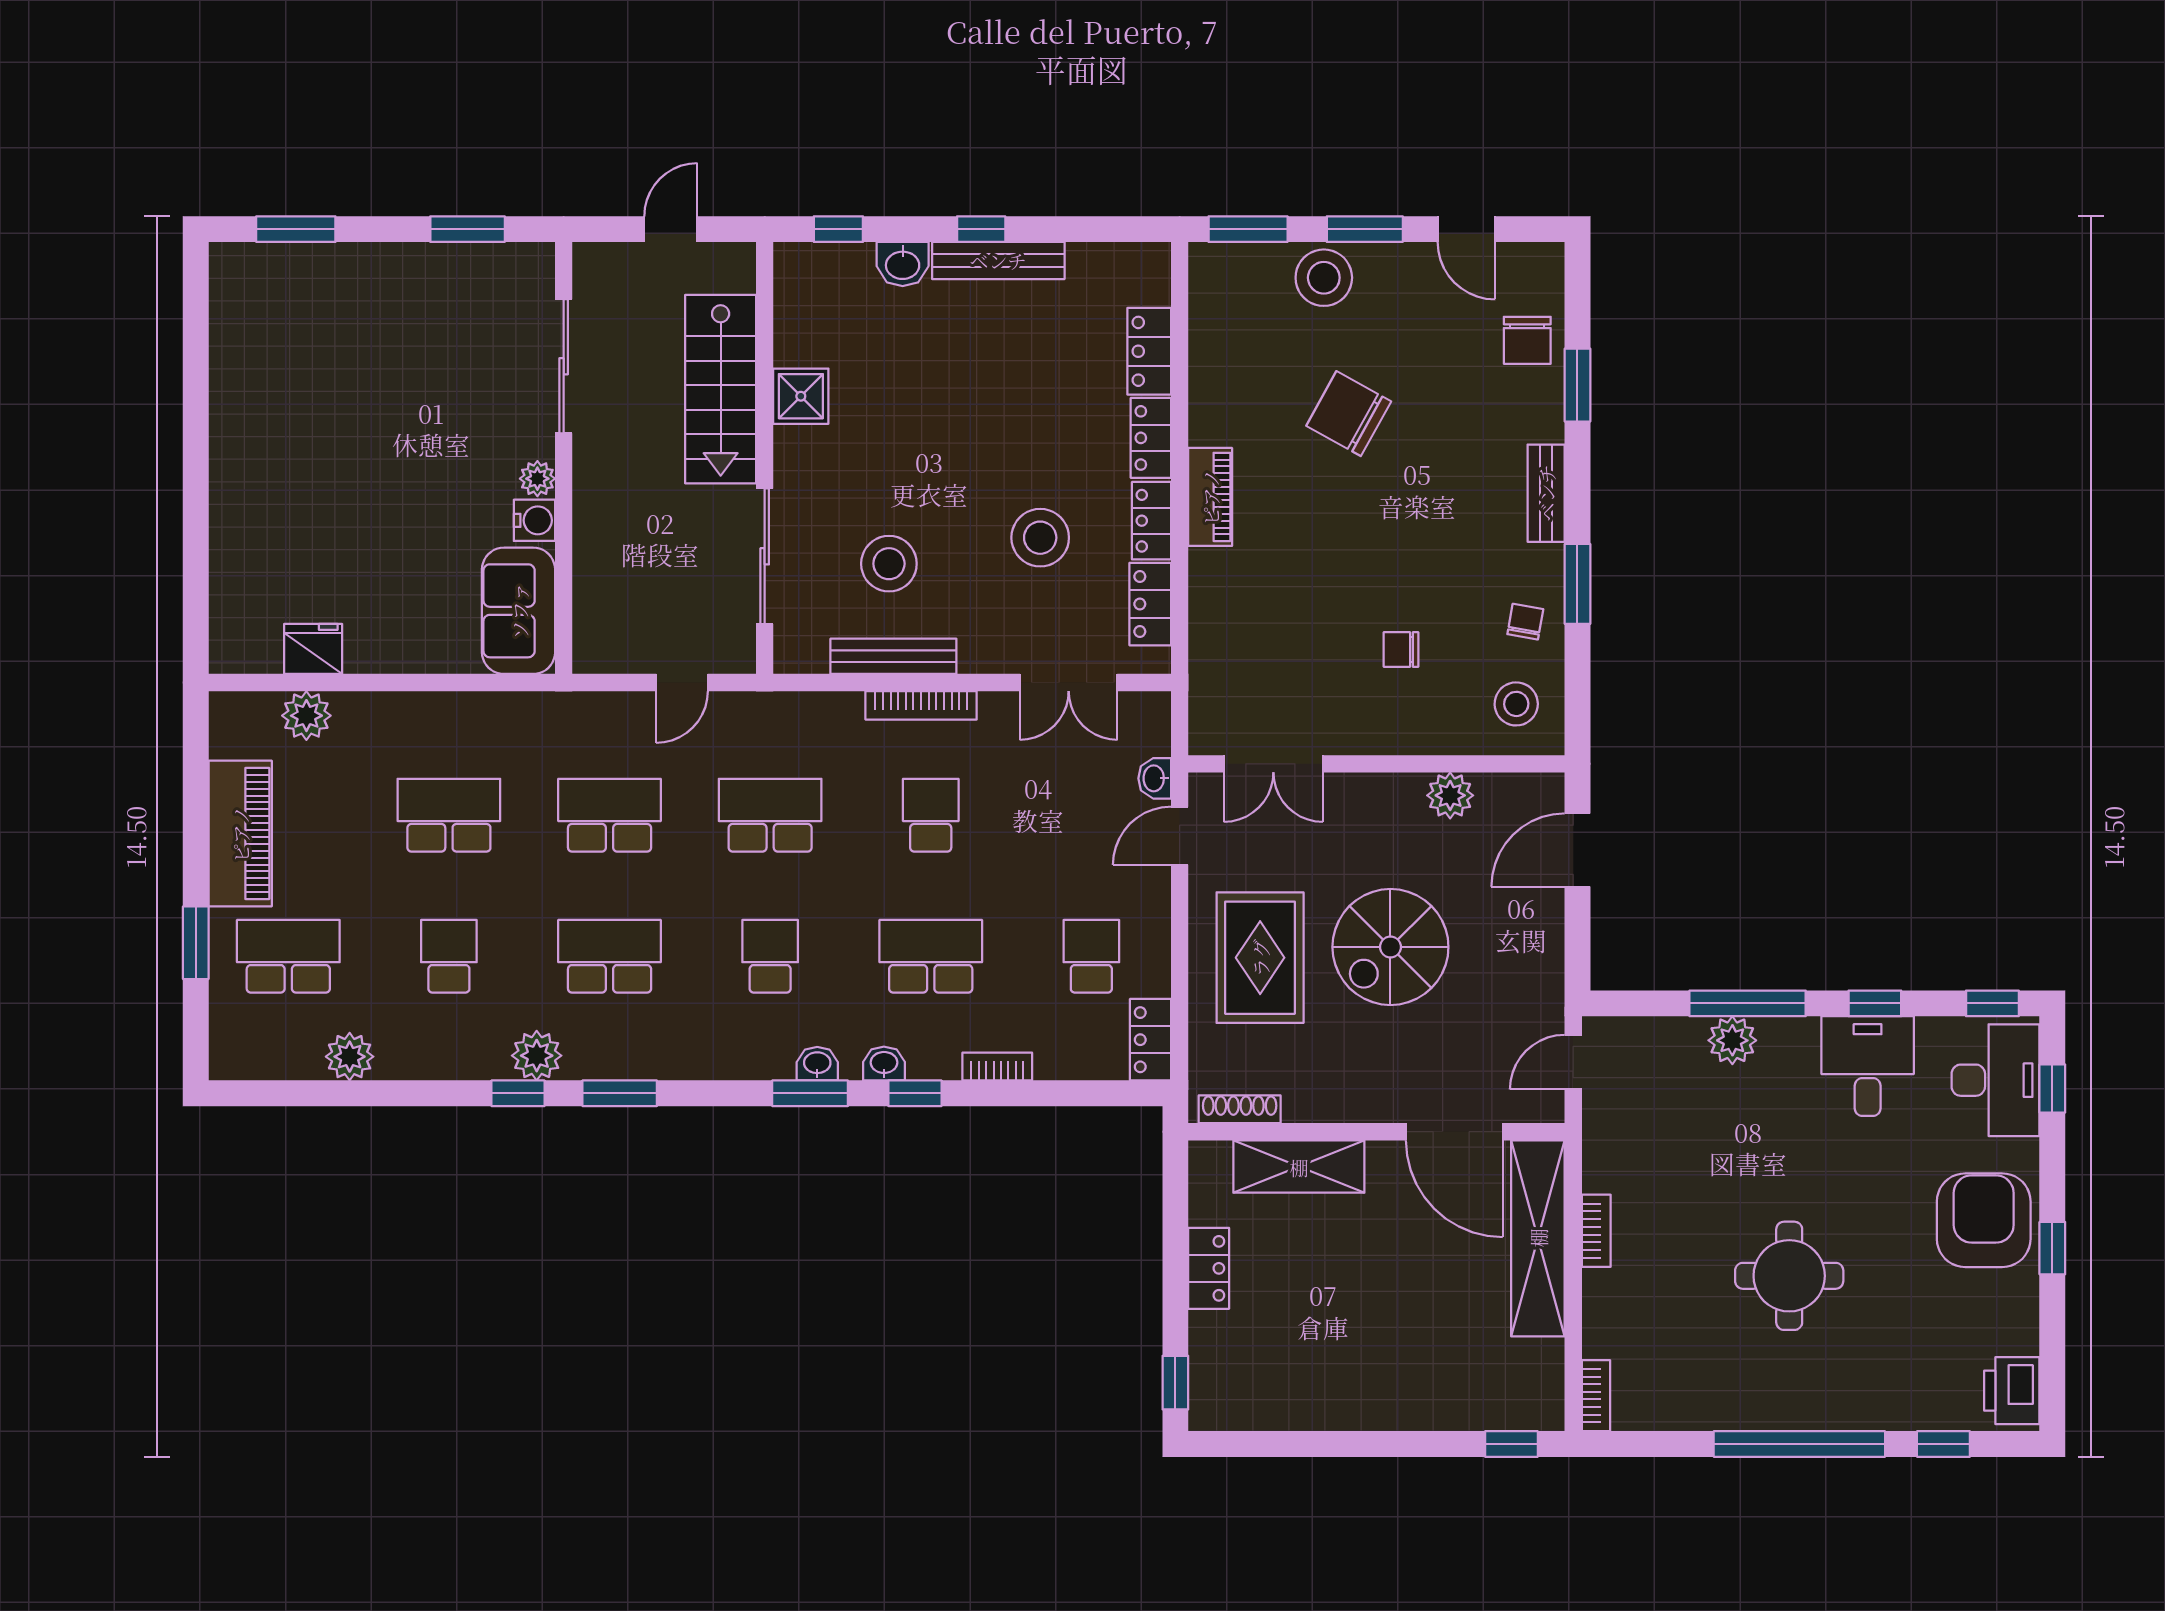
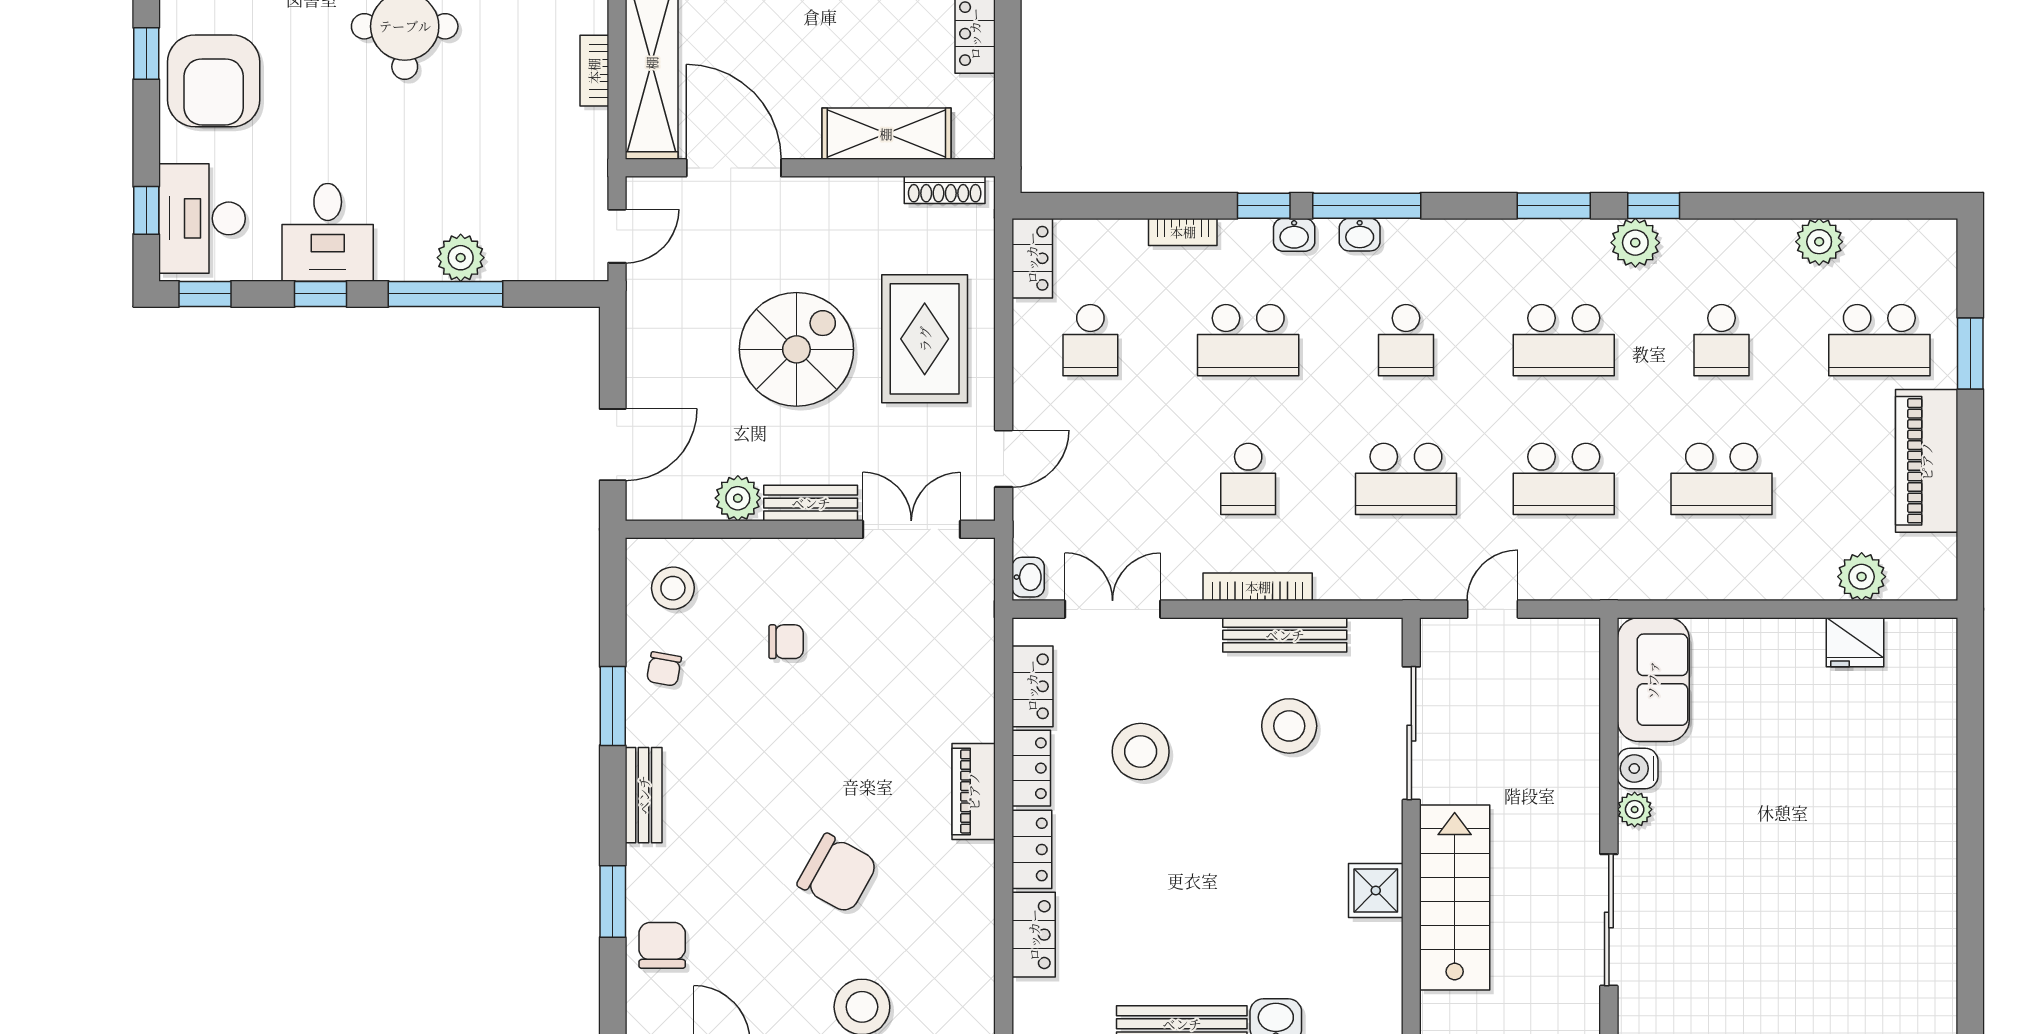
washbasin: (1155, 778) -> (1028, 577), moved
bench: (1376, 791) -> (811, 503), added
window: (810, 1093) -> (1367, 206), width x1.44

